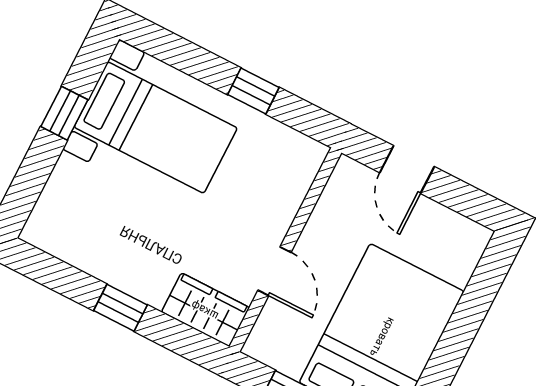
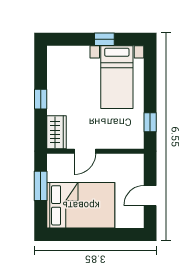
window: (253, 91) -> (150, 122), moved
door: (407, 170) -> (150, 196), moved

